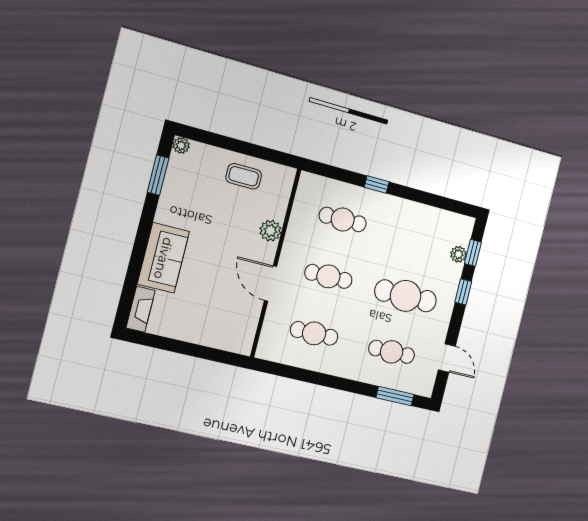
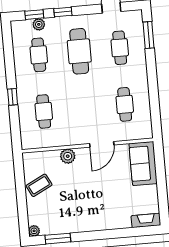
coffee table: (244, 176) -> (39, 185), turned 63
sofa: (163, 258) -> (143, 163), moved, turned -90
cafe table: (328, 276) -> (39, 55), moved

